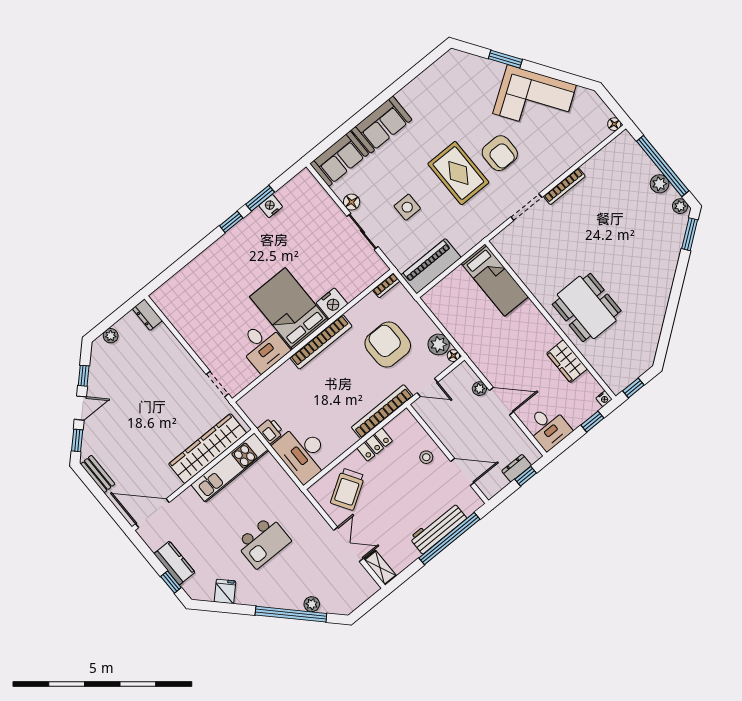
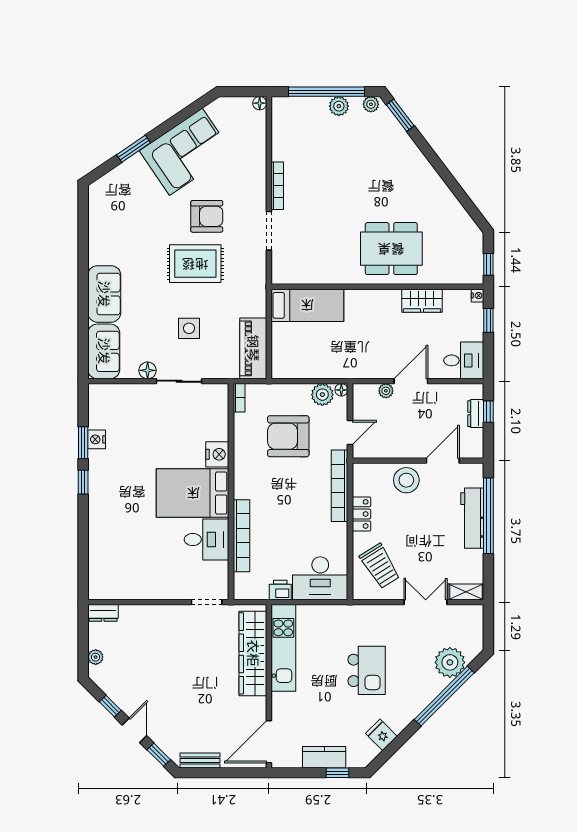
bookcase: (321, 342) -> (241, 536), moved
stool: (426, 457) -> (406, 480), width x1.89, depth x1.89
plant: (312, 604) -> (450, 662), width x1.87, depth x1.87

